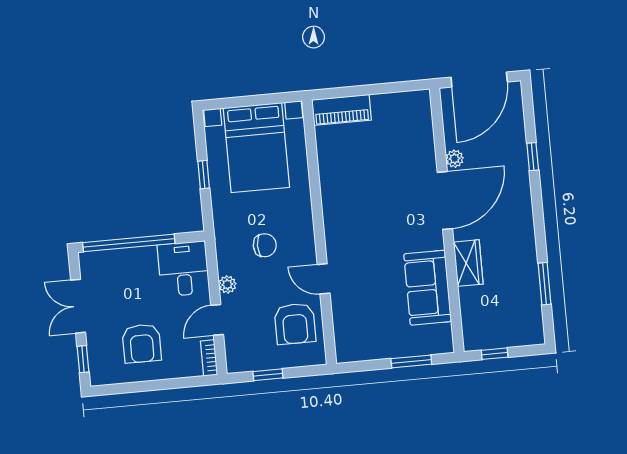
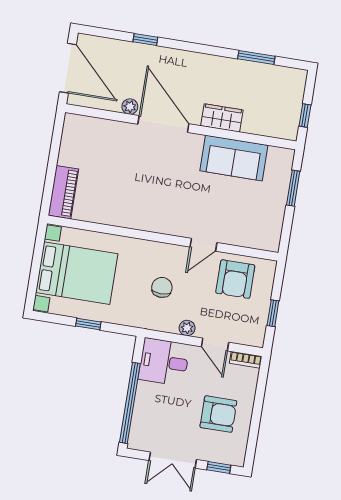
armchair: (295, 324) -> (235, 279), turned 90

